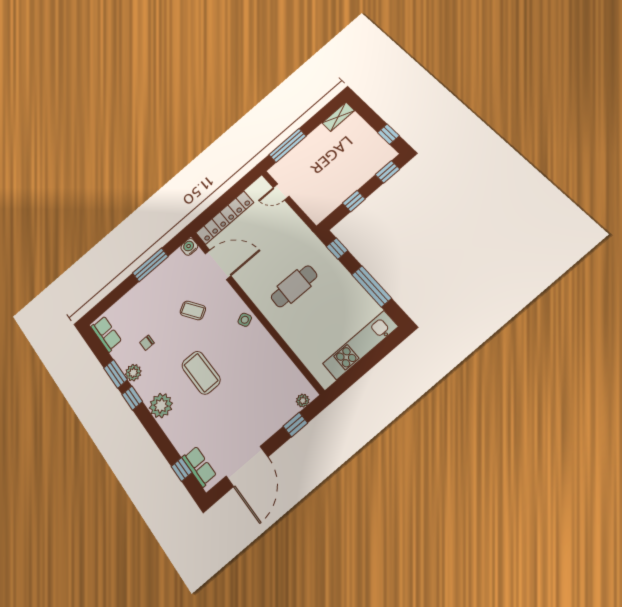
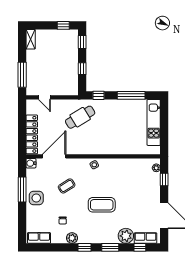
door: (281, 192) -> (44, 97), hinge flipped
cafe table: (294, 286) -> (80, 117), moved, turned 58
side table: (152, 289) -> (36, 198), added
window: (116, 374) -> (110, 247), moved
plant: (161, 406) -> (126, 236), moved

